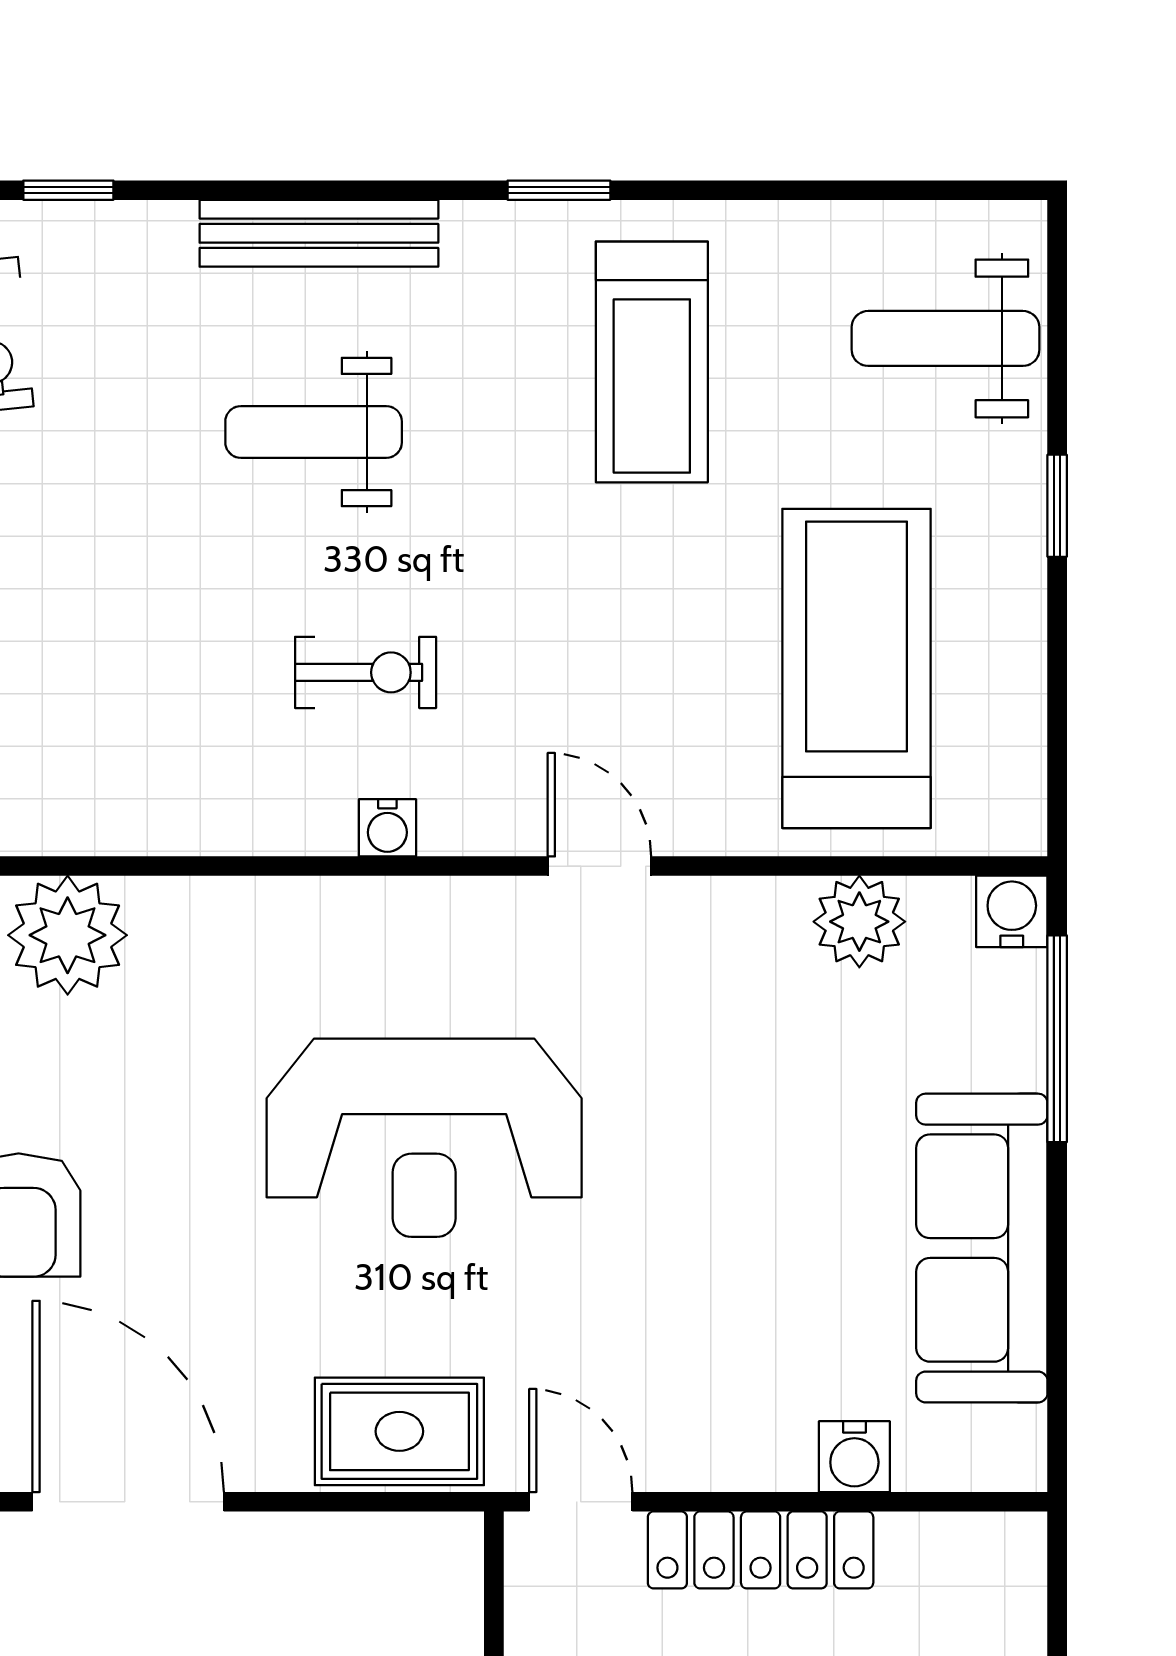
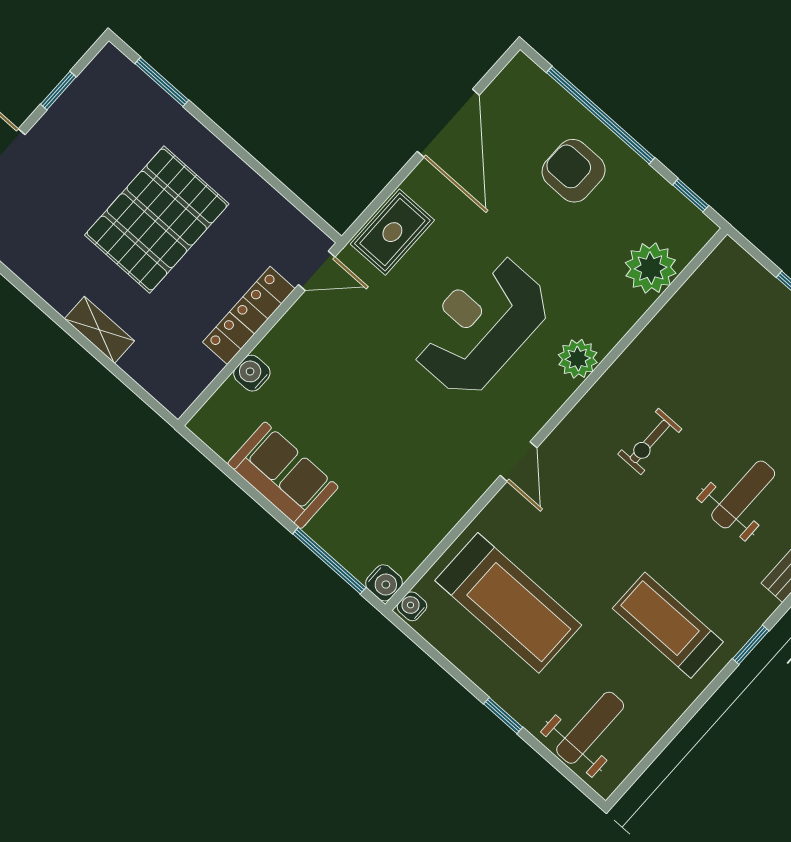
water cooler: (387, 828) -> (412, 606), moved
door: (599, 866) -> (519, 462), hinge flipped
plant: (859, 922) -> (578, 359), moved
sofa: (982, 1248) -> (283, 475), width x0.73
door: (128, 1502) -> (448, 123), hinge flipped

